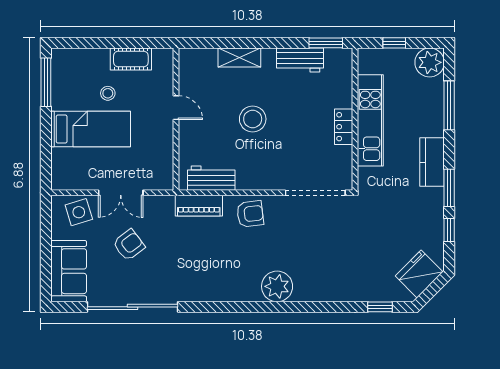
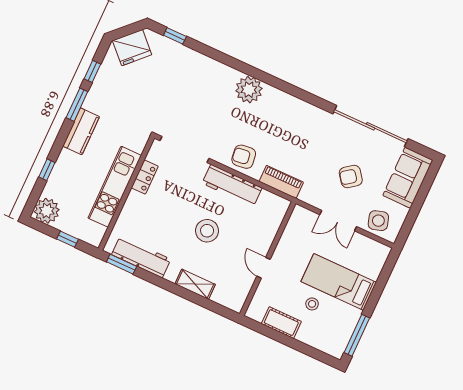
workbench: (300, 60) -> (141, 257), width x1.38
window: (449, 105) -> (47, 170), width x0.46
locker: (344, 127) -> (145, 177), moved
workbench: (211, 178) -> (232, 186), moved, width x1.38
double door: (121, 193) -> (338, 221), swing flipped

